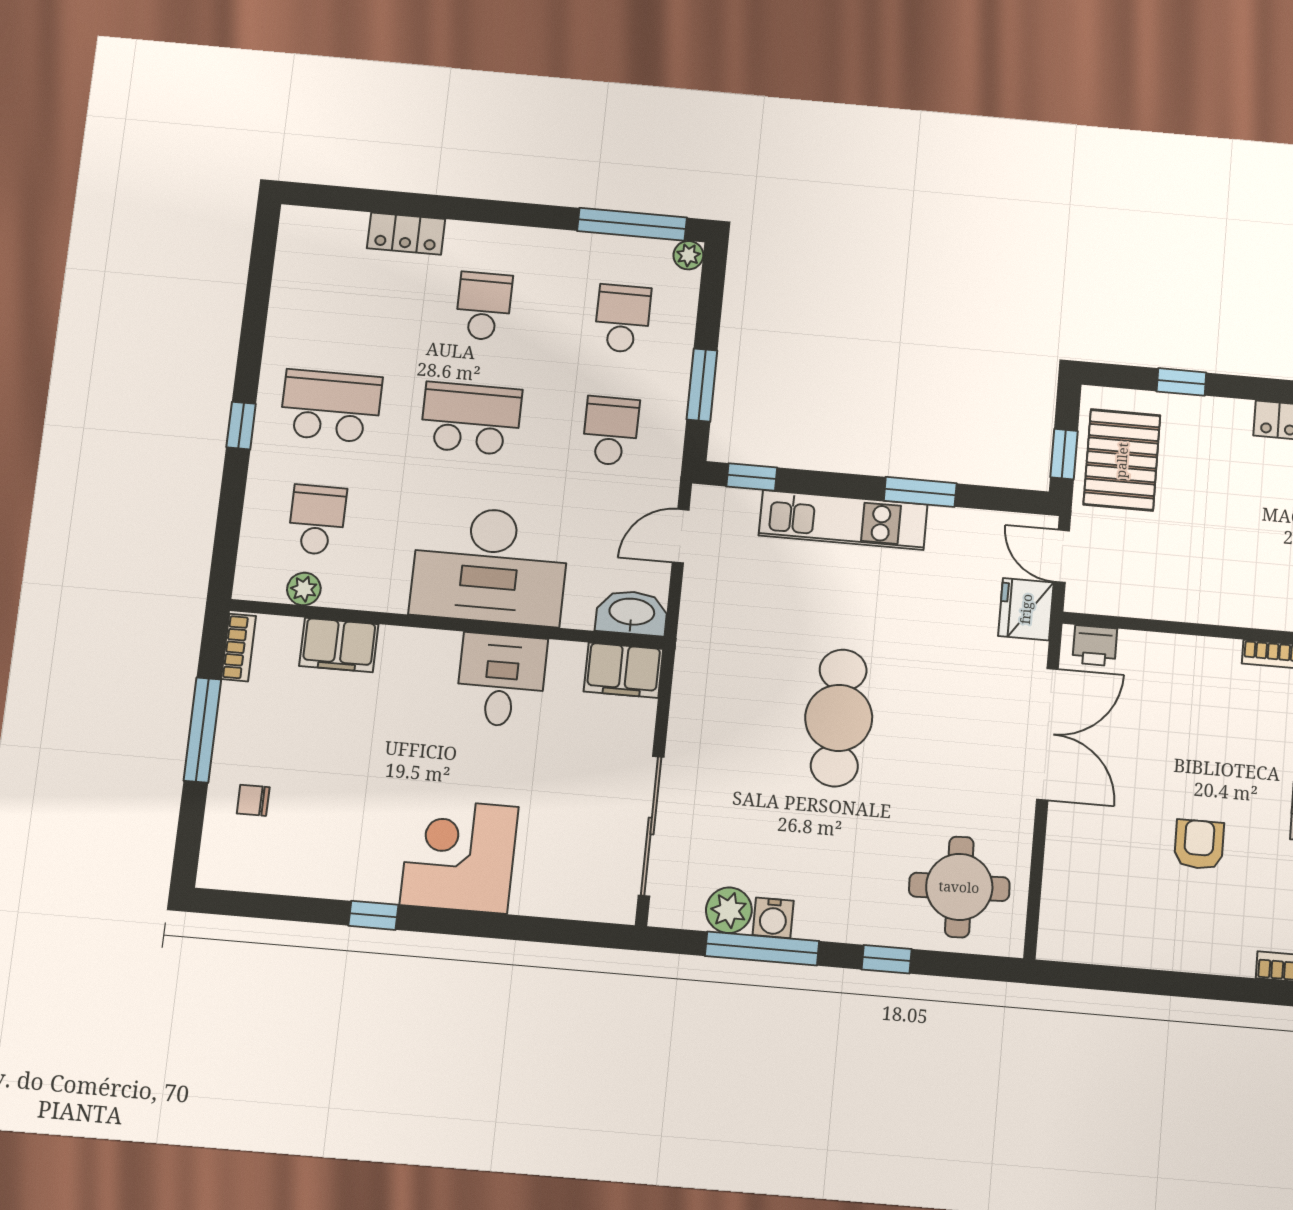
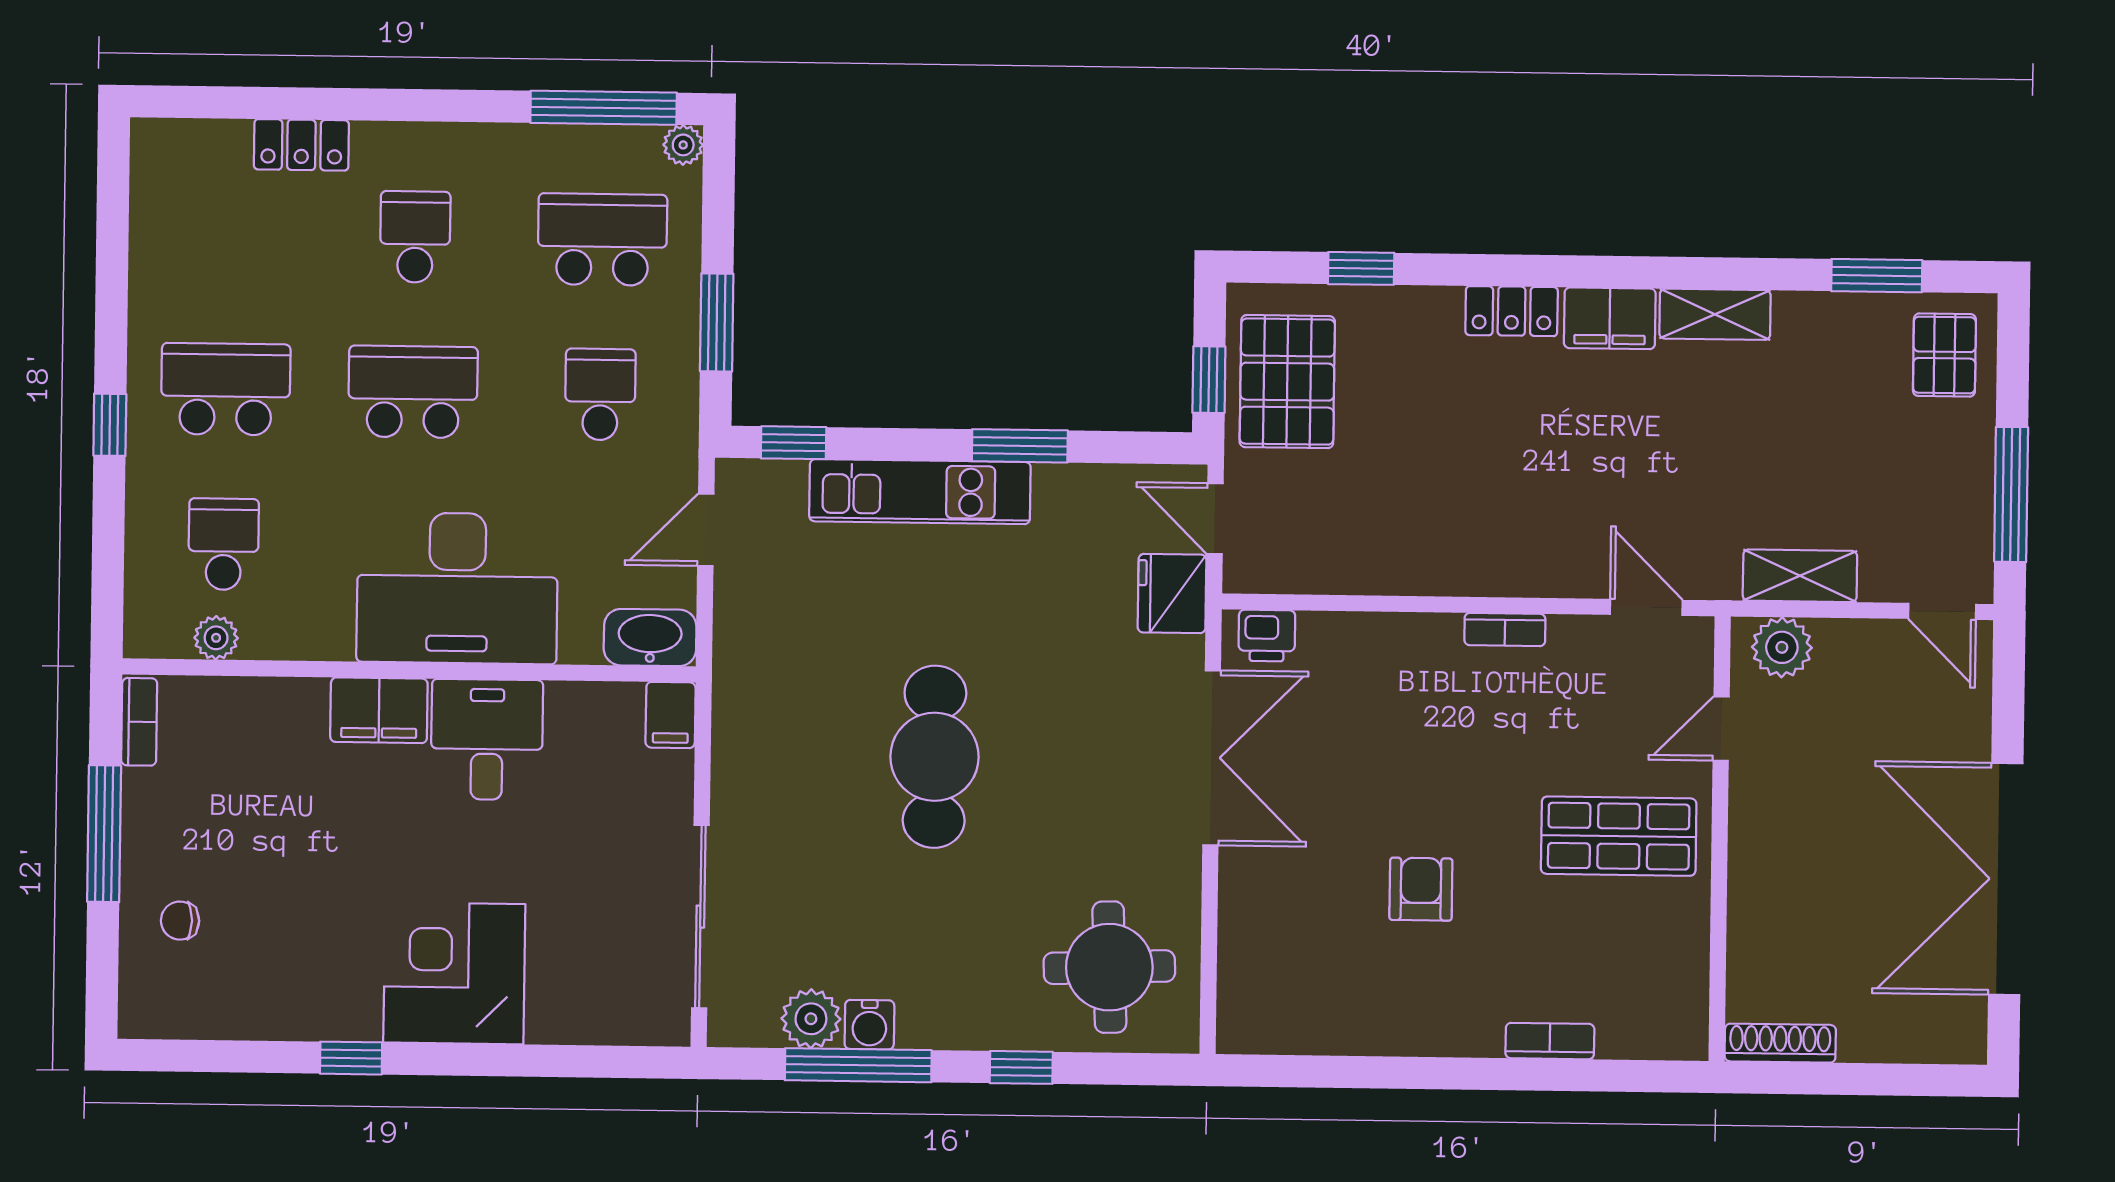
school desk: (623, 319) -> (602, 240), width x1.85
filing cabinet: (339, 645) -> (379, 710), moved
filing cabinet: (623, 670) -> (671, 715), width x0.50

